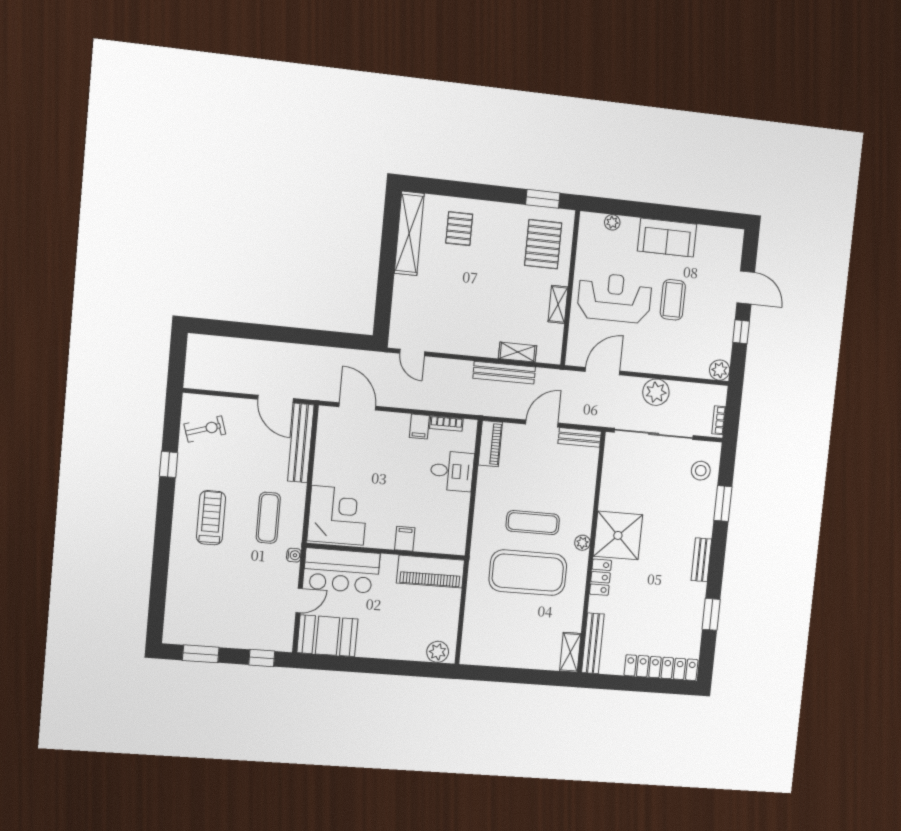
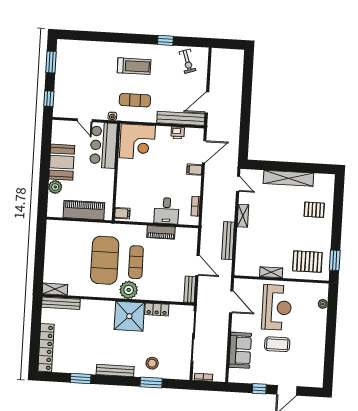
shelving: (409, 233) -> (288, 178), moved
sofa: (667, 238) -> (240, 350), moved, turned 180
shelving: (518, 352) -> (243, 216), moved
door: (412, 353) -> (238, 184), swing flipped
plant: (720, 370) -> (235, 376), removed
plant: (656, 392) -> (220, 336), removed
filing cabinet: (419, 427) -> (194, 170), moved
piano: (490, 444) -> (161, 232), moved
printer: (325, 449) -> (178, 133), added
stool: (701, 471) -> (152, 363), moved
filing cabinet: (405, 539) -> (122, 213), moved
plant: (582, 543) -> (129, 290), width x1.88, depth x1.88
bench: (701, 560) -> (115, 370), width x1.36
piano: (431, 572) -> (84, 210), moved, turned 90
locker: (601, 577) -> (157, 309), moved
booth: (327, 636) -> (62, 162), moved
plant: (438, 652) -> (55, 187), moved

